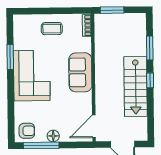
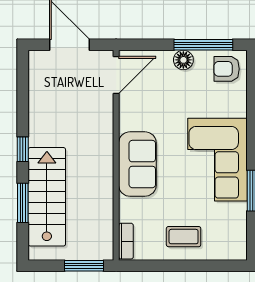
stairs: (136, 86) -> (47, 197), moved

